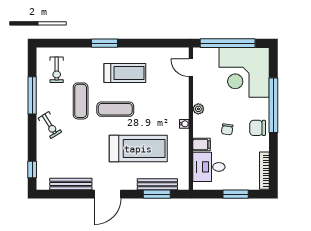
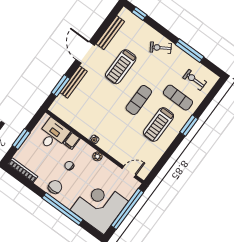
exercise mat: (81, 101) -> (178, 98), moved
treadmill: (138, 149) -> (121, 67), moved, width x0.73, depth x0.73
bench: (157, 184) -> (74, 82), moved

